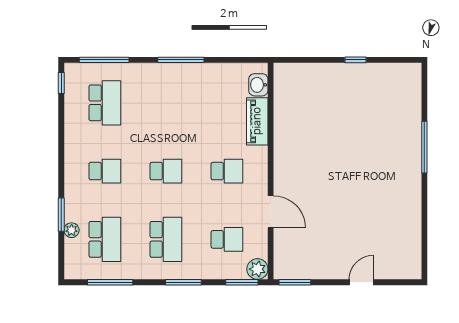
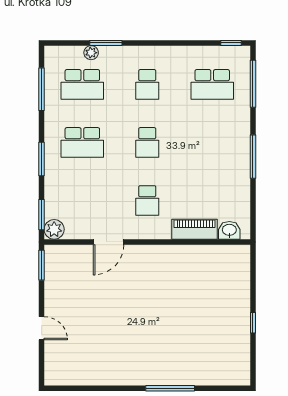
school desk: (227, 239) -> (82, 200), removed

